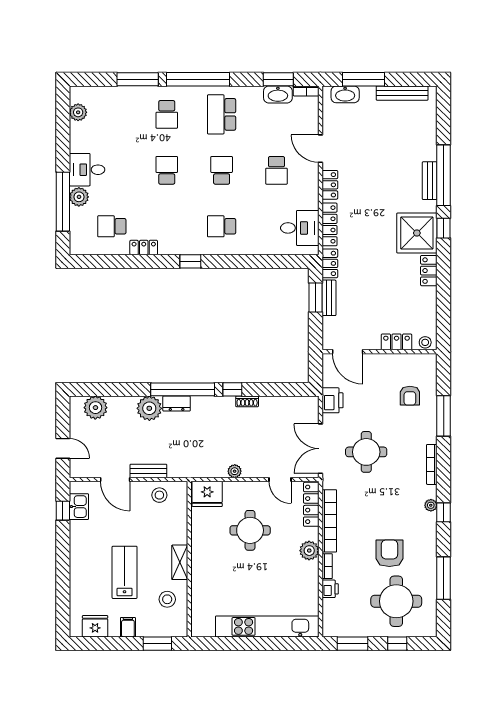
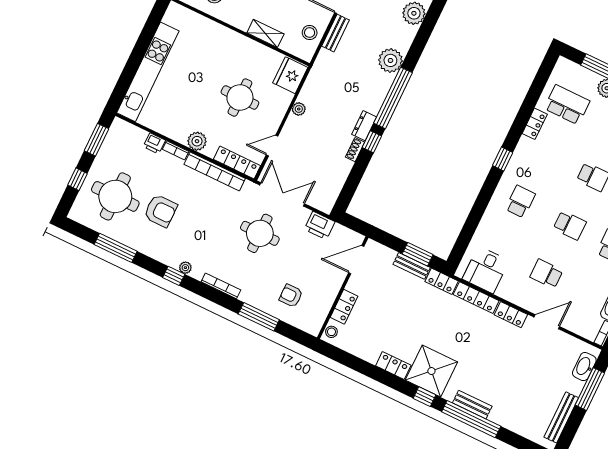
school desk: (112, 226) -> (567, 105), width x1.85
dresser: (177, 404) -> (364, 126), moved
shelving: (180, 562) -> (265, 33), moved

